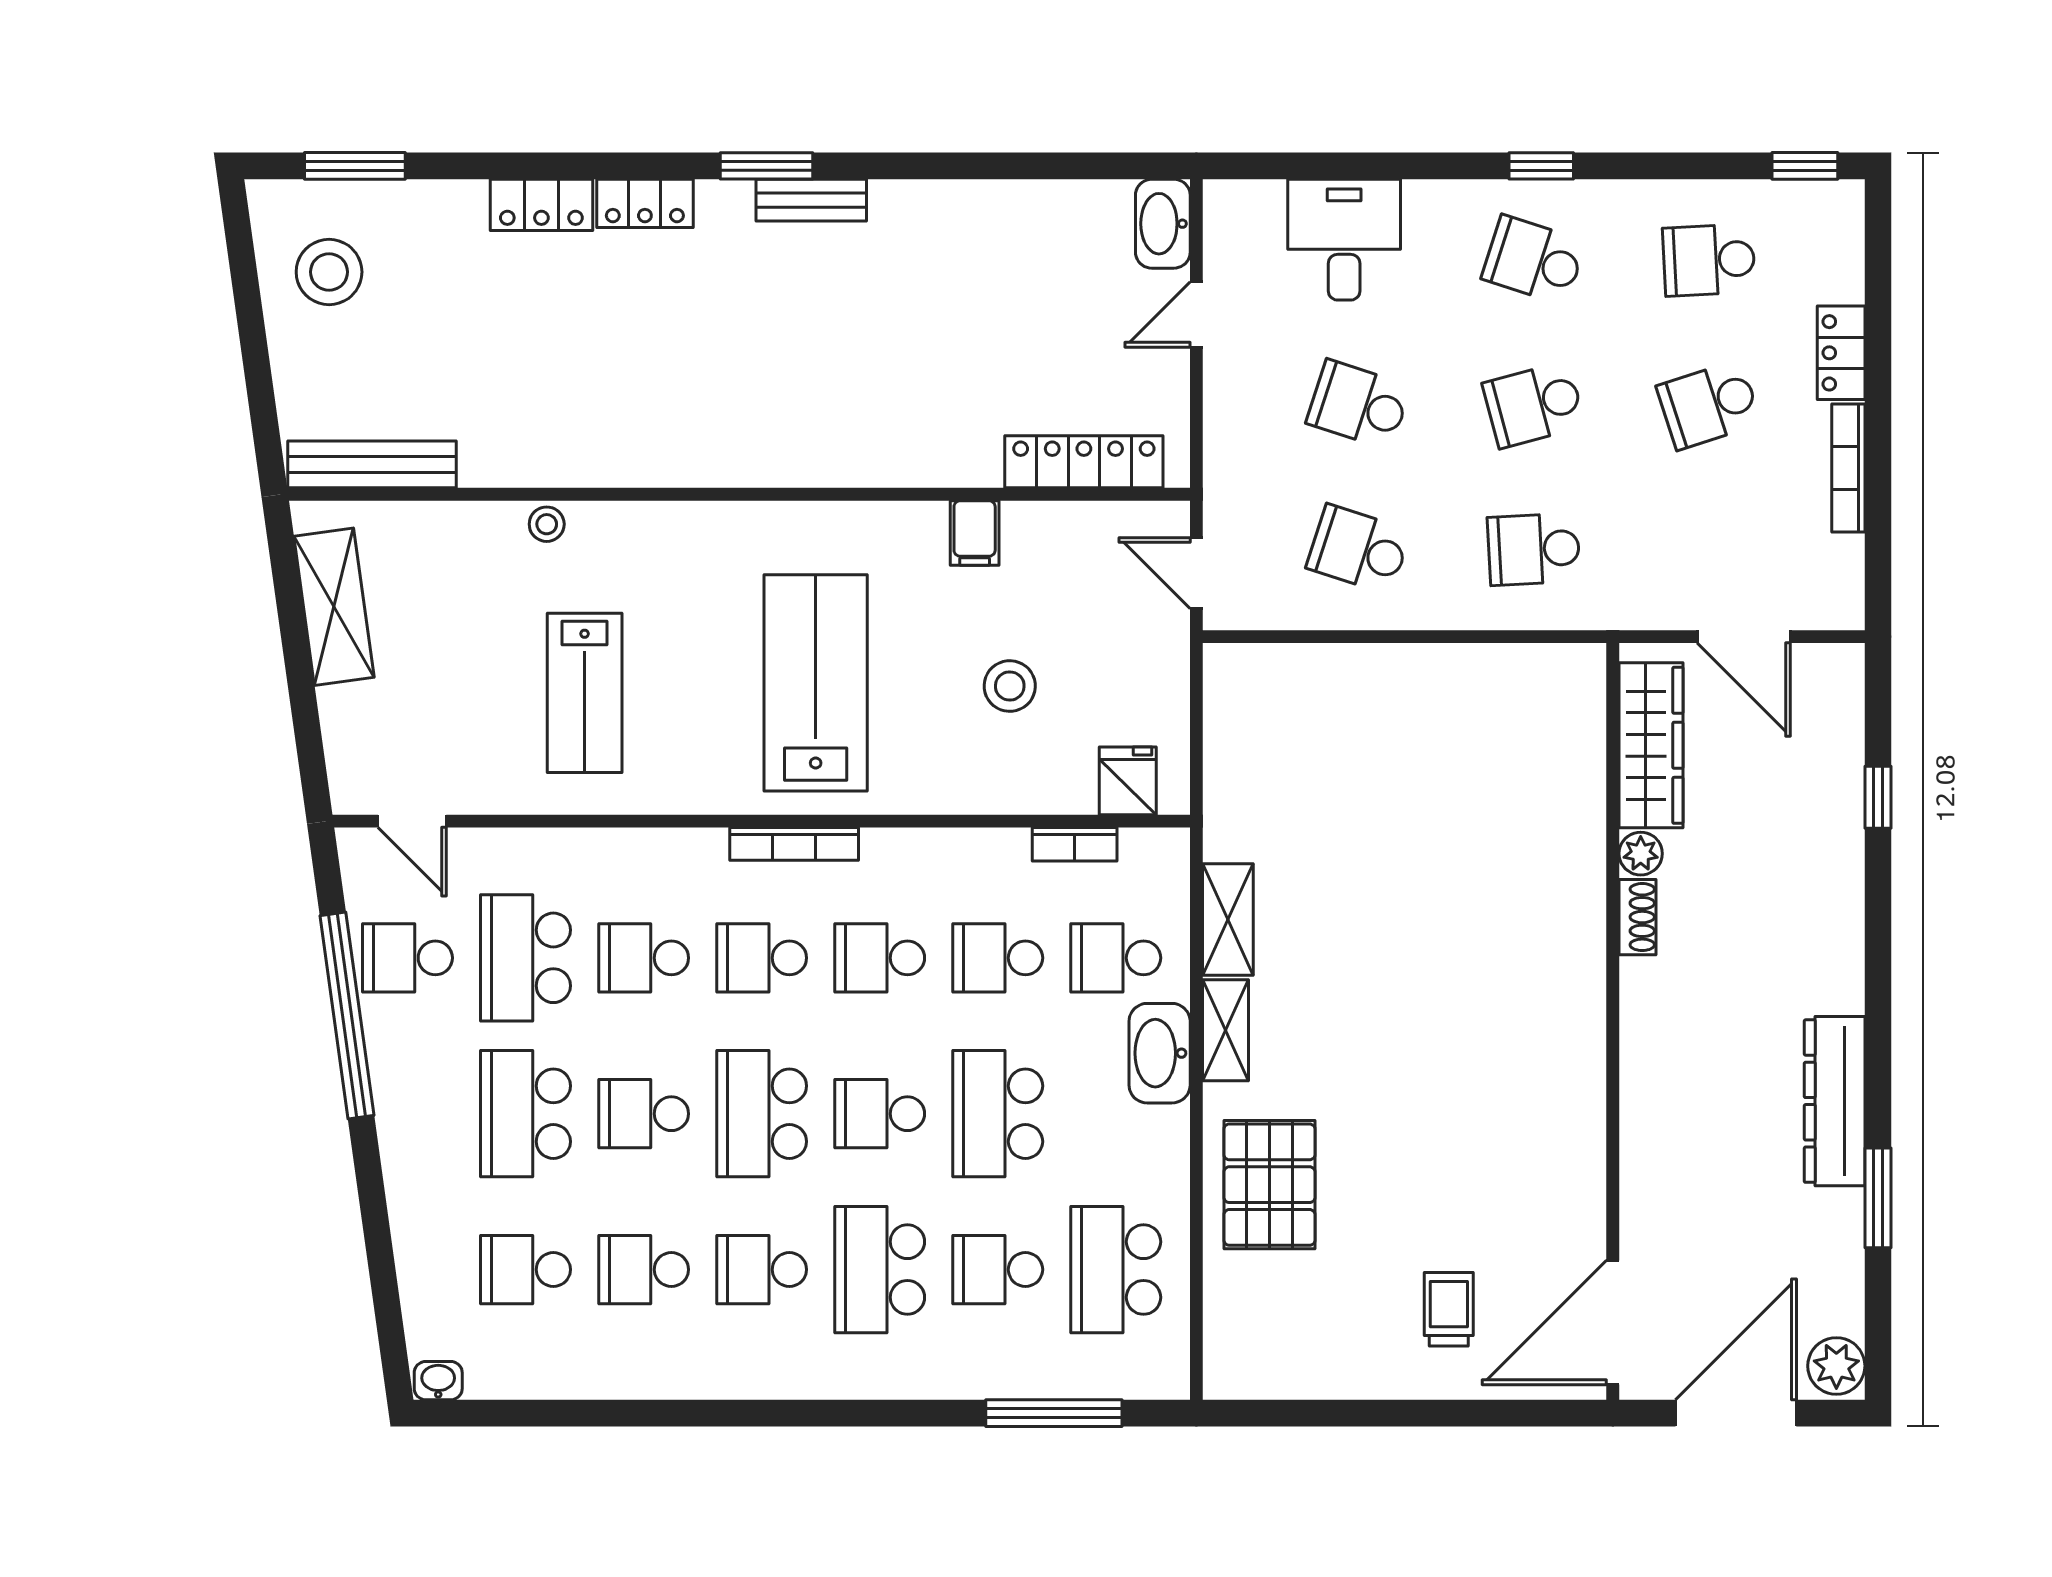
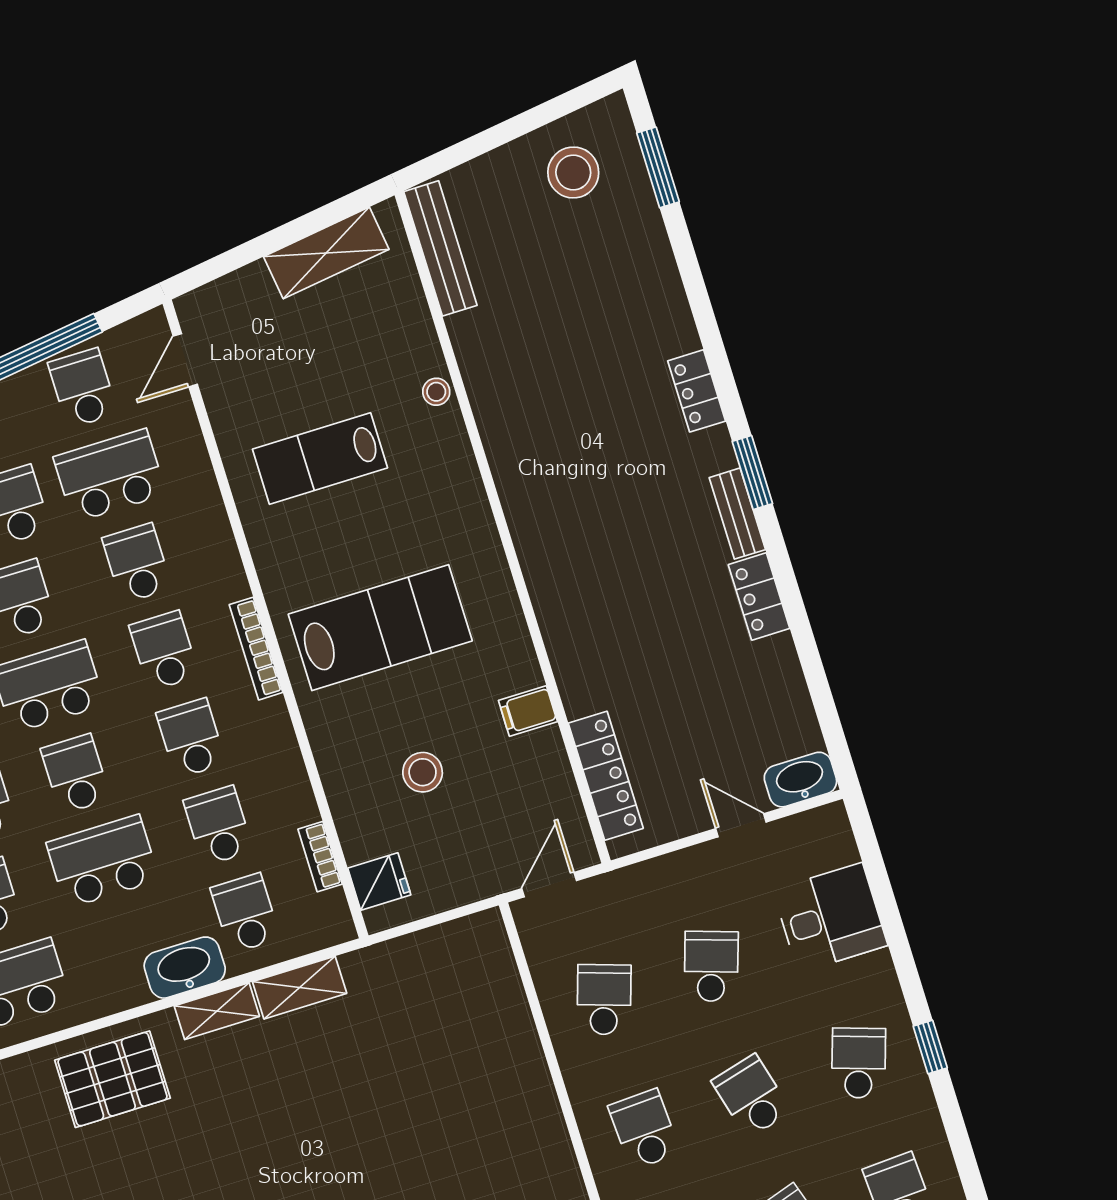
locker: (541, 205) -> (759, 597), moved

